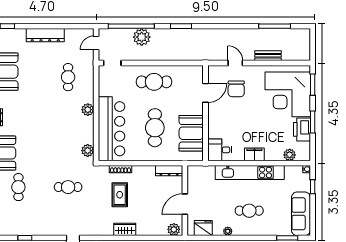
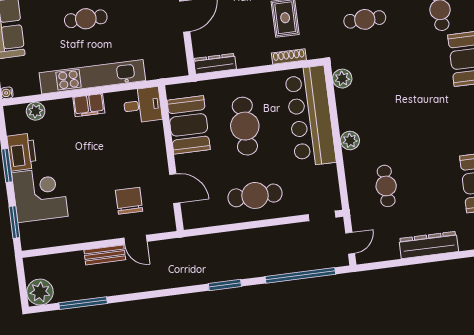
plant: (142, 37) -> (40, 292), moved
bench: (268, 56) -> (105, 255), moved
door: (206, 93) -> (175, 189), swing flipped
corner desk: (288, 94) -> (40, 195), width x0.74, depth x0.74

